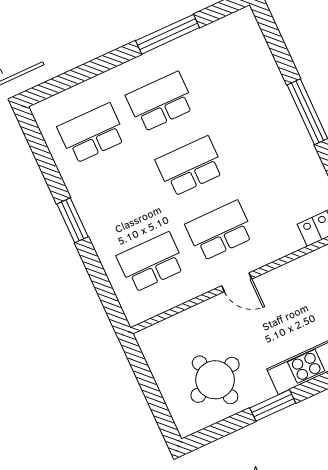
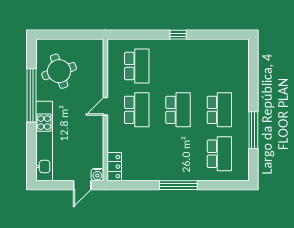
school desk: (92, 133) -> (219, 154), moved
window: (72, 220) -> (178, 35), width x0.67
window: (273, 405) -> (32, 95), width x2.11

